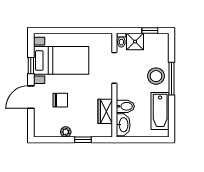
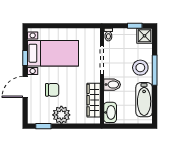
shower: (135, 42) -> (145, 36), moved
bidet: (125, 106) -> (112, 85), moved
wardrobe: (105, 111) -> (94, 100), width x1.50
plant: (66, 132) -> (61, 115), width x1.87, depth x1.87
window: (83, 140) -> (43, 126), moved

